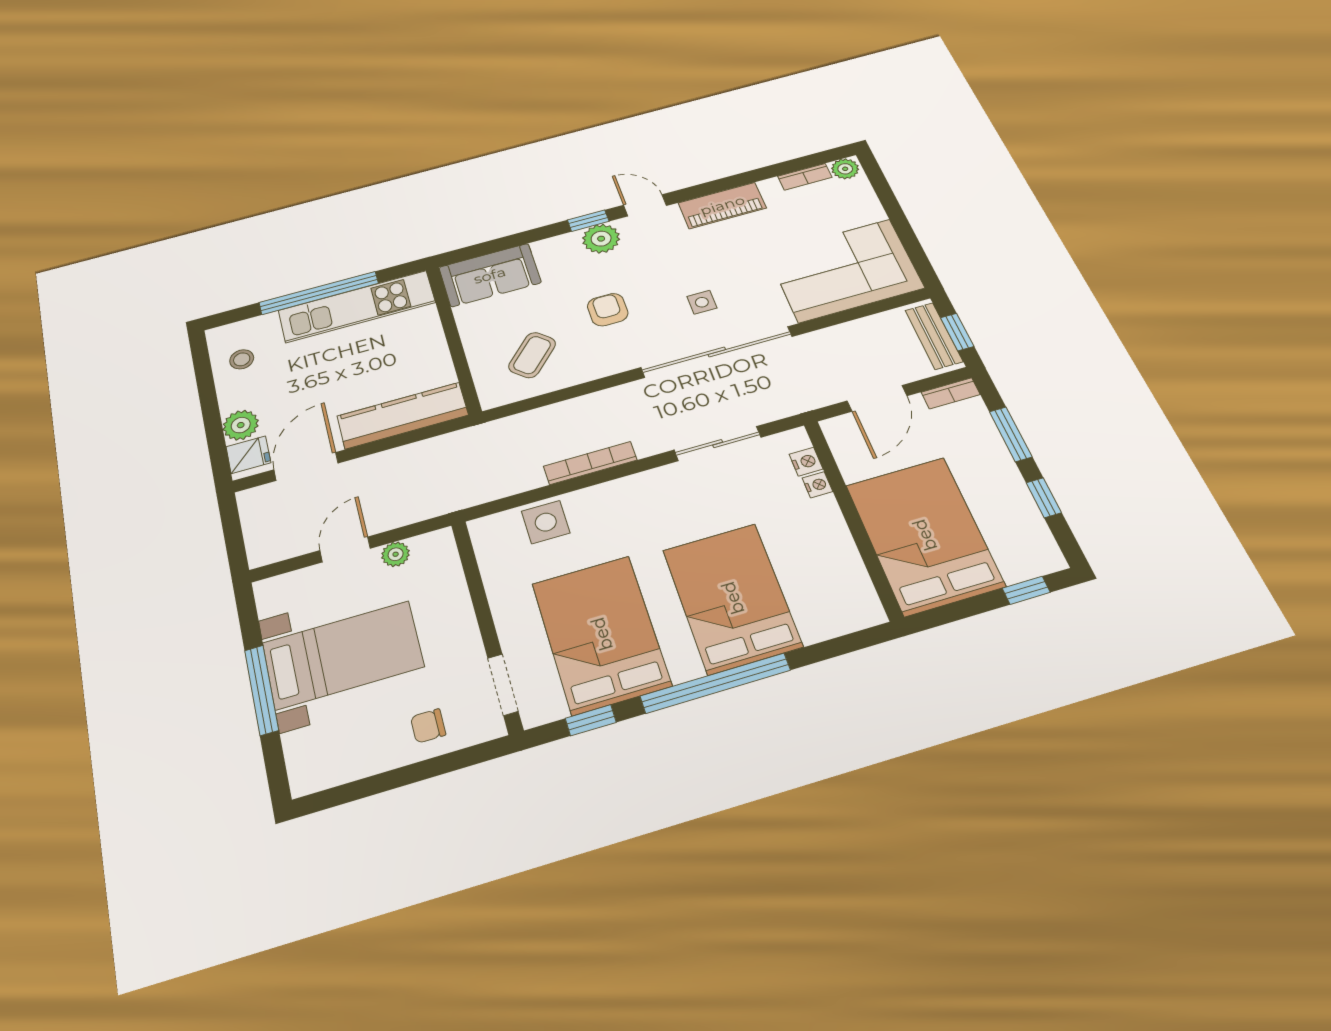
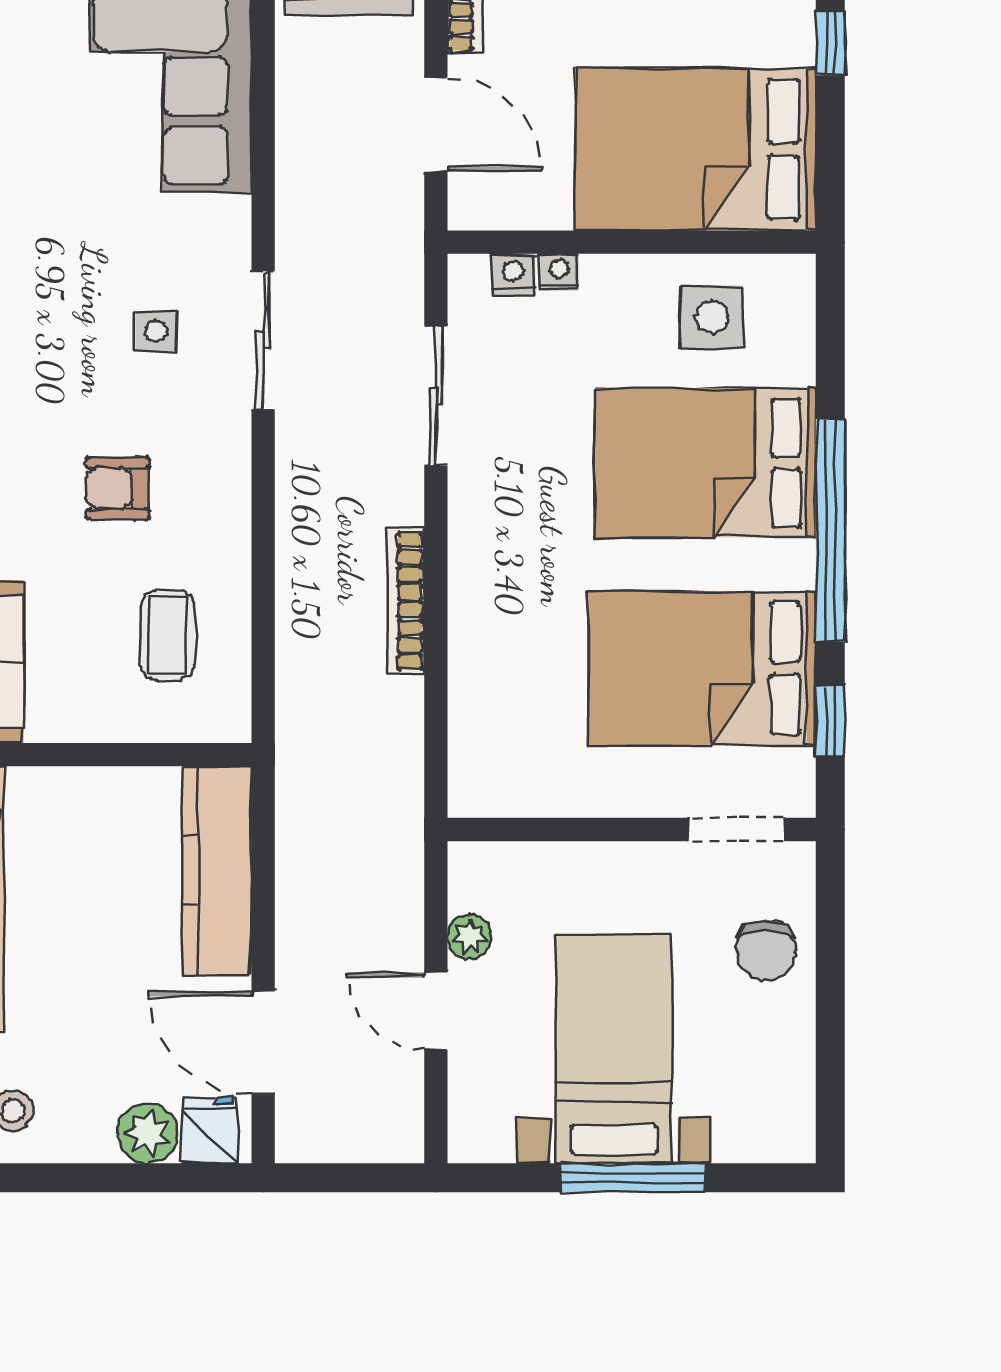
sliding door: (717, 352) -> (263, 340), width x0.54
coffee table: (532, 355) -> (168, 635), turned 47
side table: (546, 522) -> (712, 317), moved
chair: (428, 726) -> (766, 950), width x1.37, depth x1.37

